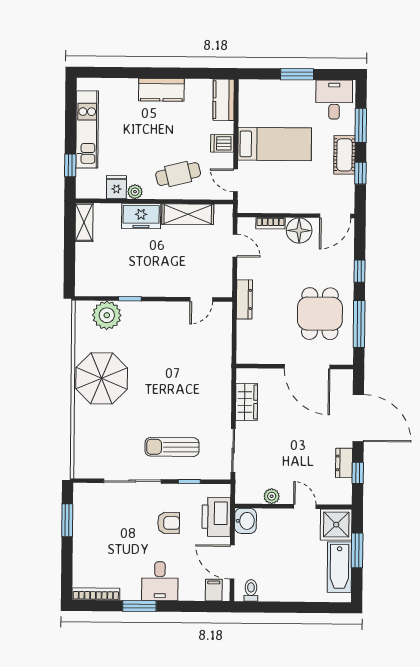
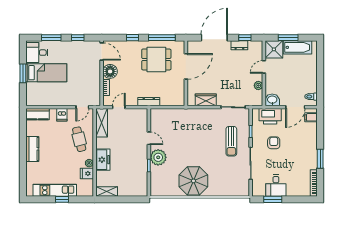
bed: (275, 144) -> (46, 73), moved, turned 90
cot: (344, 155) -> (68, 47), removed
window: (70, 165) -> (62, 199), moved
shelving: (188, 214) -> (102, 123), moved
door: (201, 299) -> (149, 138), moved
plant: (107, 315) -> (158, 157), moved
desk: (160, 581) -> (276, 185), moved, turned 90

